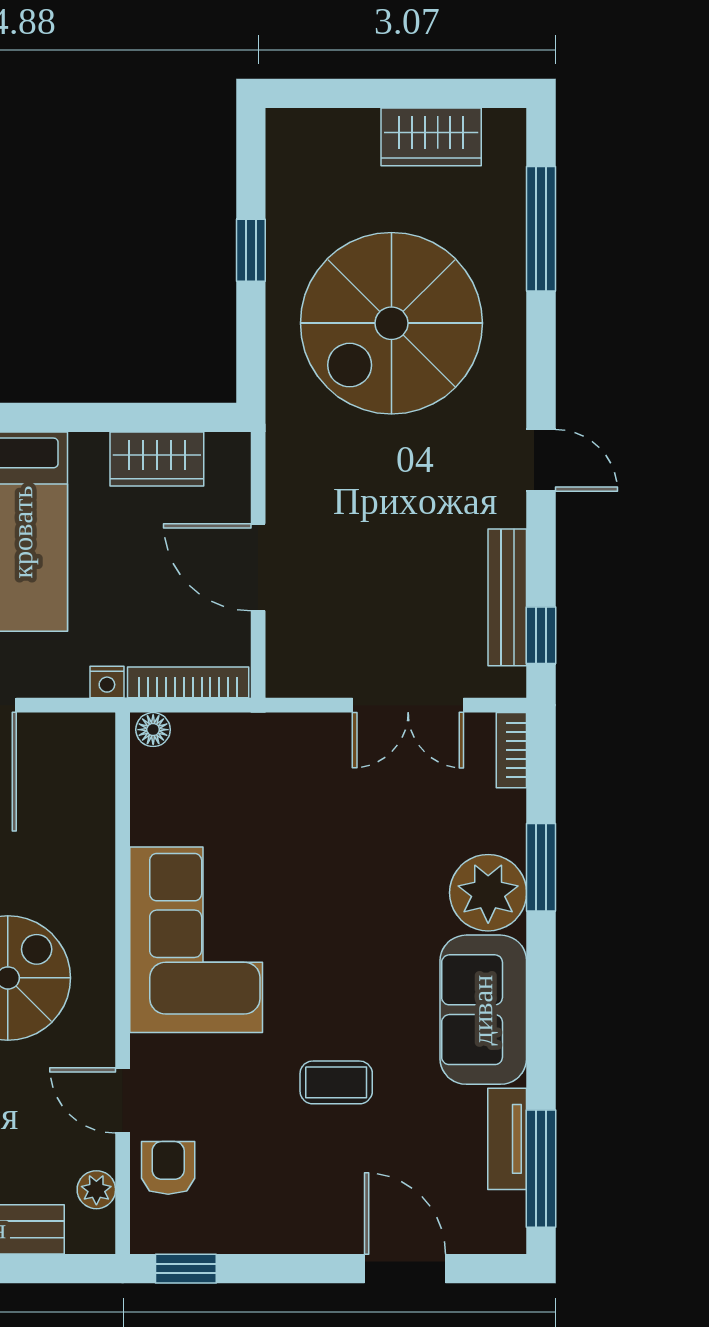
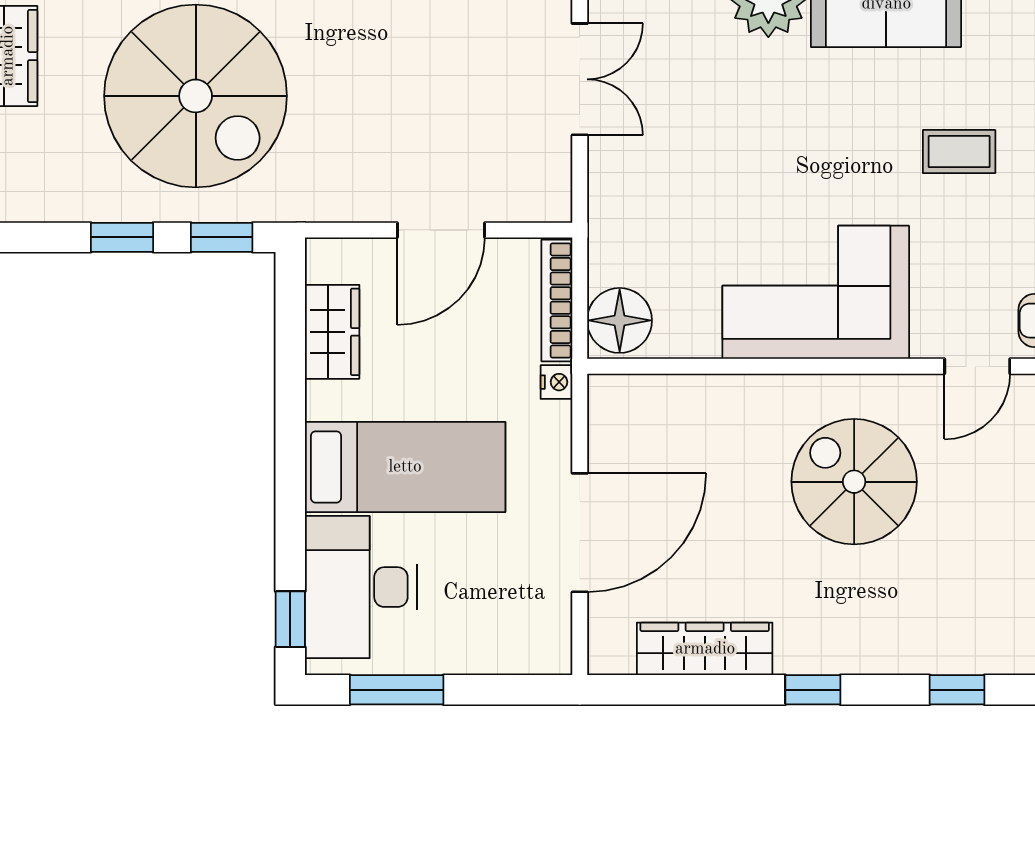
window: (251, 349) -> (222, 237), added
floor lamp: (153, 730) -> (620, 320), width x1.89, depth x1.89
coffee table: (336, 1082) -> (959, 152), turned 90

